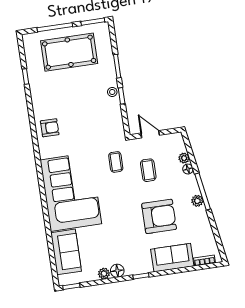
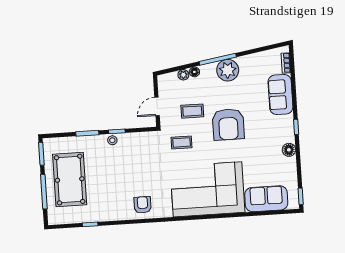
plant: (197, 201) -> (228, 70), width x1.88, depth x1.88
armchair: (159, 216) -> (228, 124), moved, turned 180
plant: (104, 274) -> (291, 163), removed

